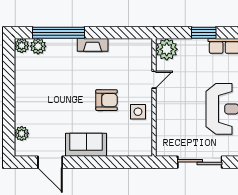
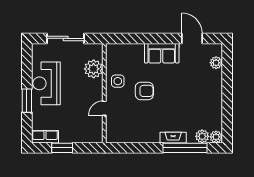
fireplace: (93, 45) -> (173, 138), moved
plant: (167, 49) -> (94, 69), moved
armchair: (107, 100) -> (144, 91), turned 180

